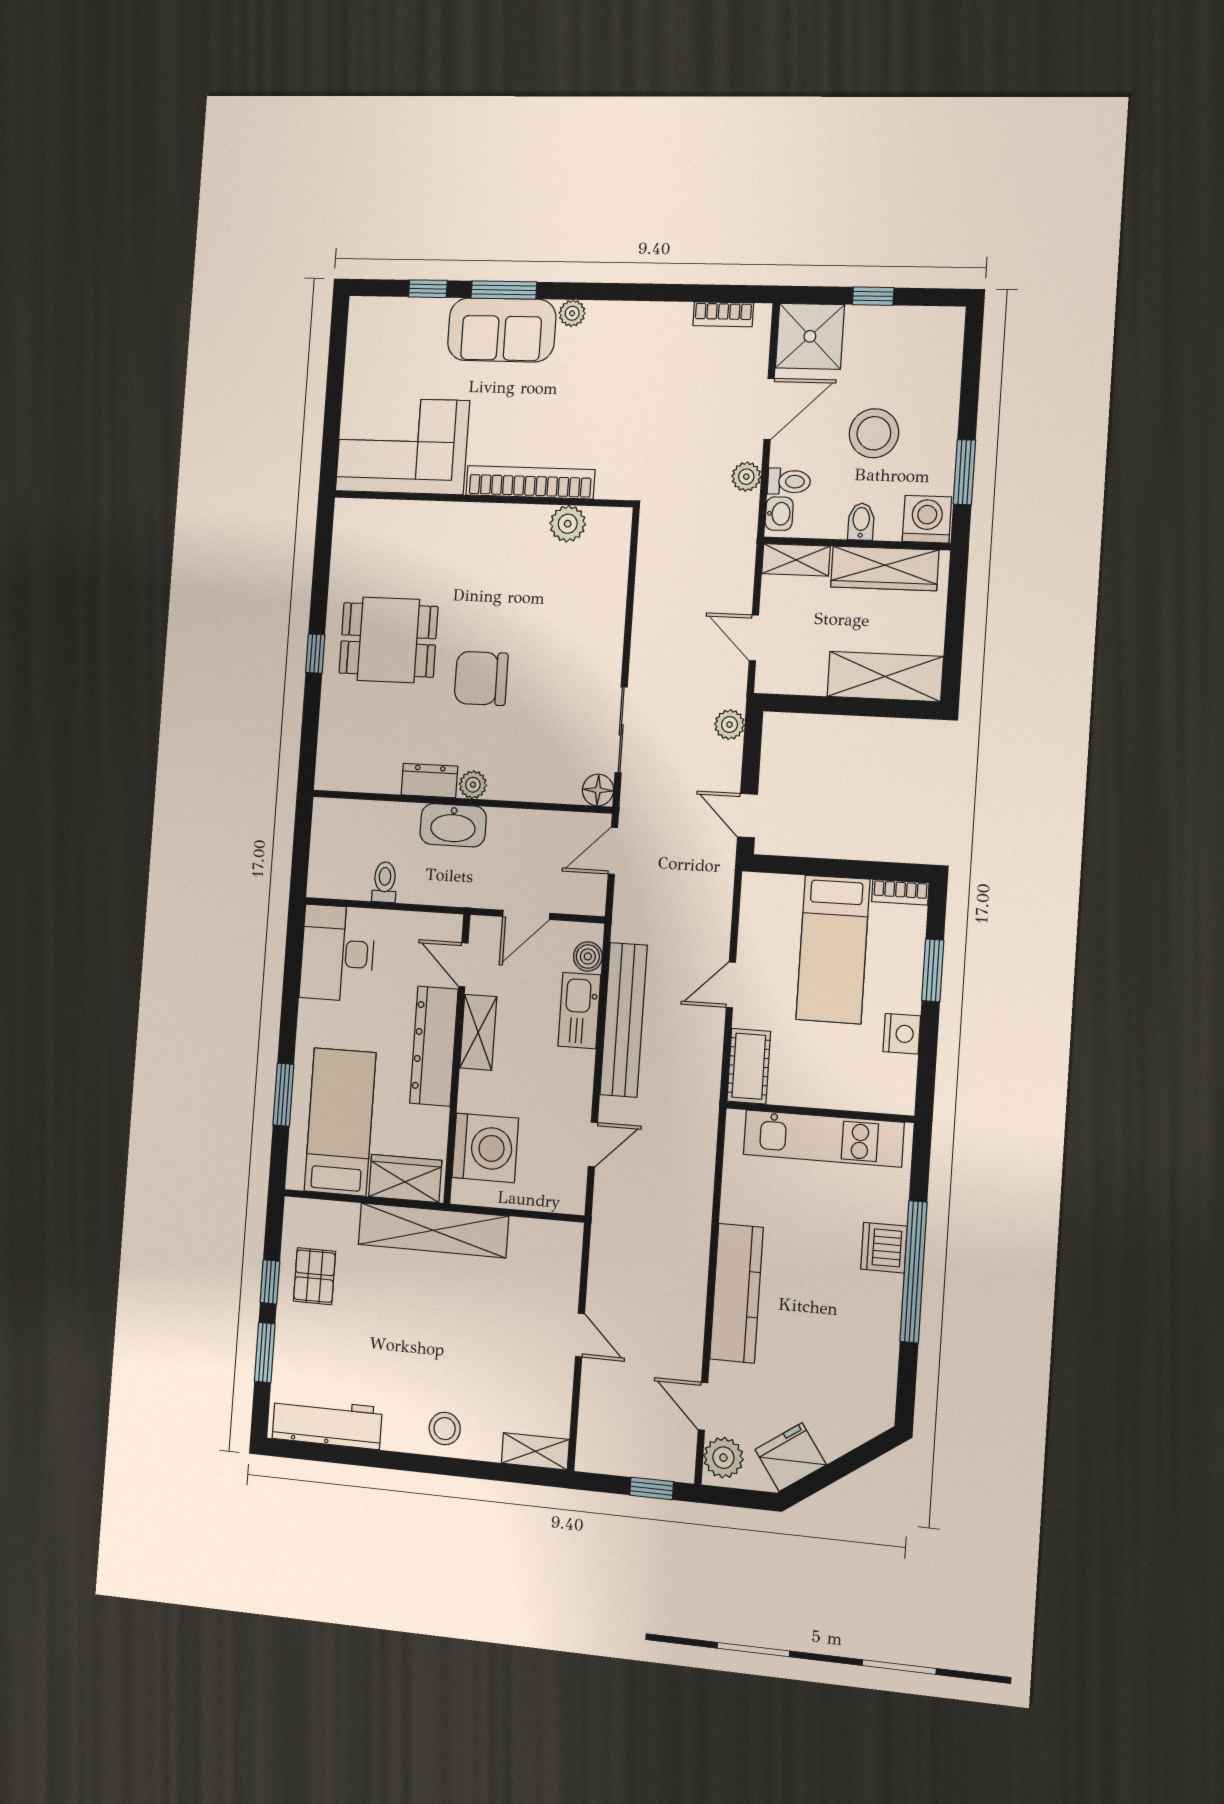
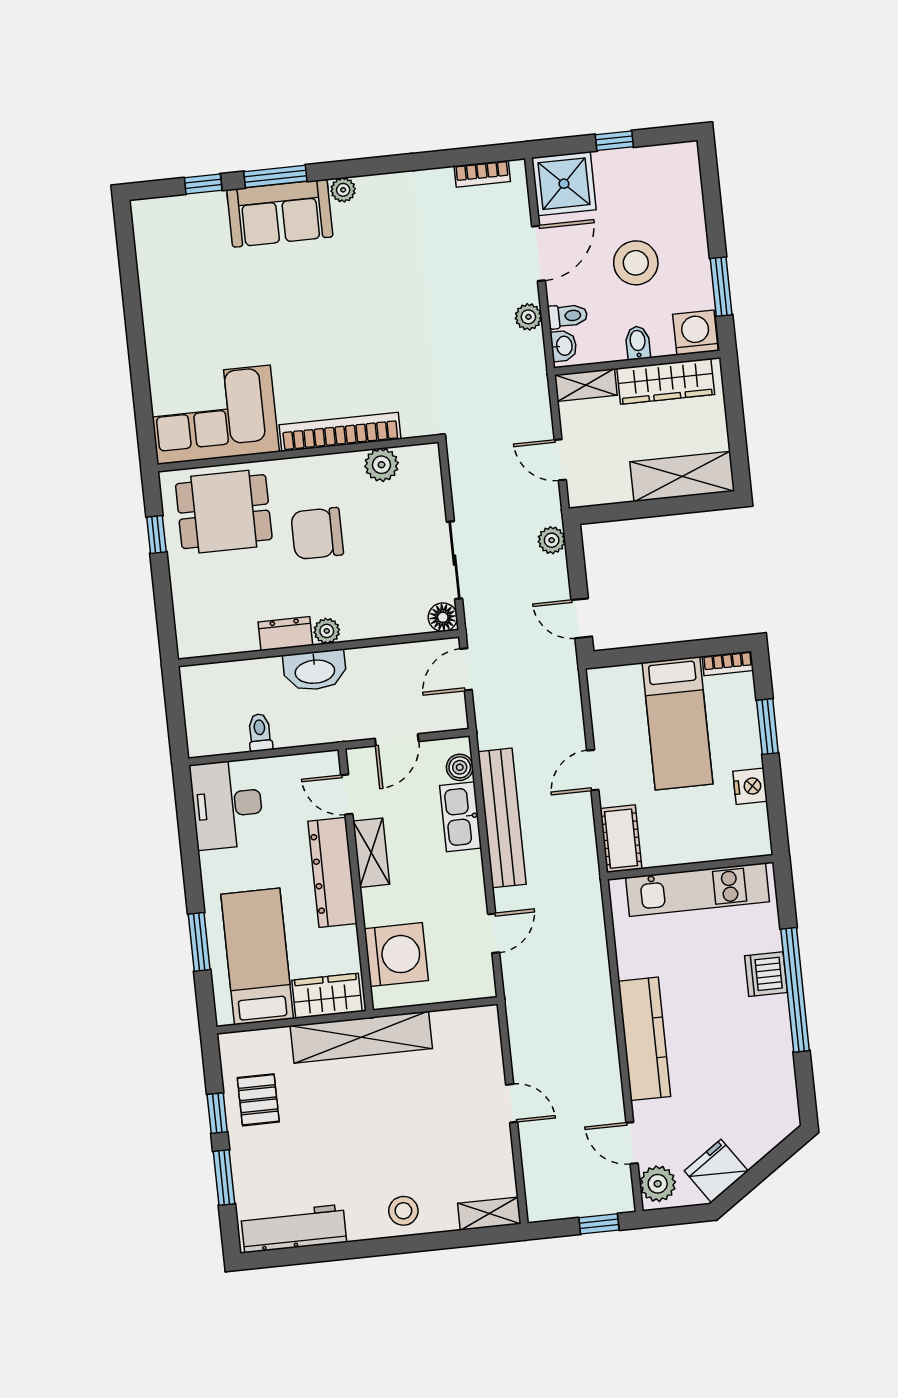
corner sofa: (402, 446) -> (214, 415), moved
bookcase: (530, 482) -> (340, 432), moved
wall: (482, 499) -> (298, 453), moved
plant: (568, 524) -> (381, 465), moved

